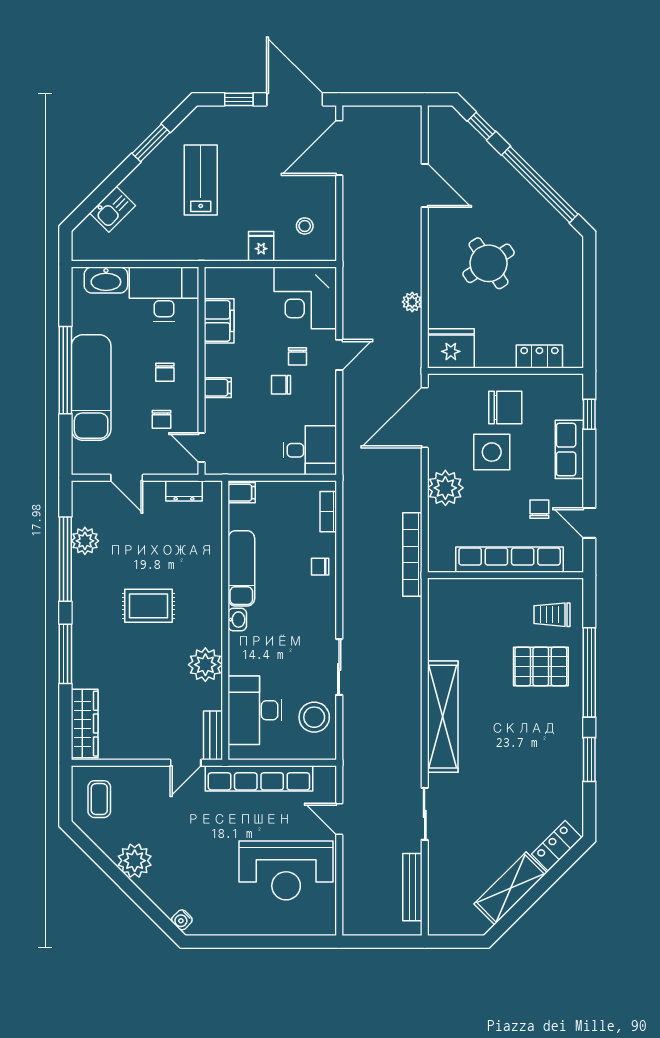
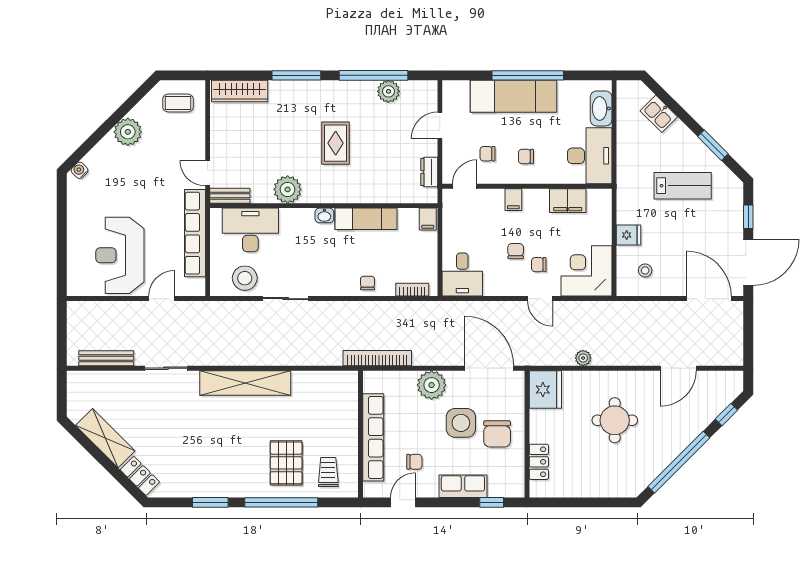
round table: (489, 263) -> (615, 420), turned 33

